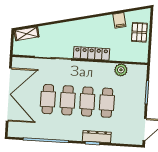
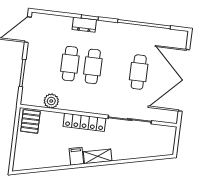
filing cabinet: (119, 20) -> (76, 156), moved
pallet: (139, 32) -> (30, 121), moved
shelving: (27, 34) -> (98, 156), moved
cafe table: (68, 100) -> (116, 69), removed
dresser: (97, 137) -> (84, 25), width x0.70

